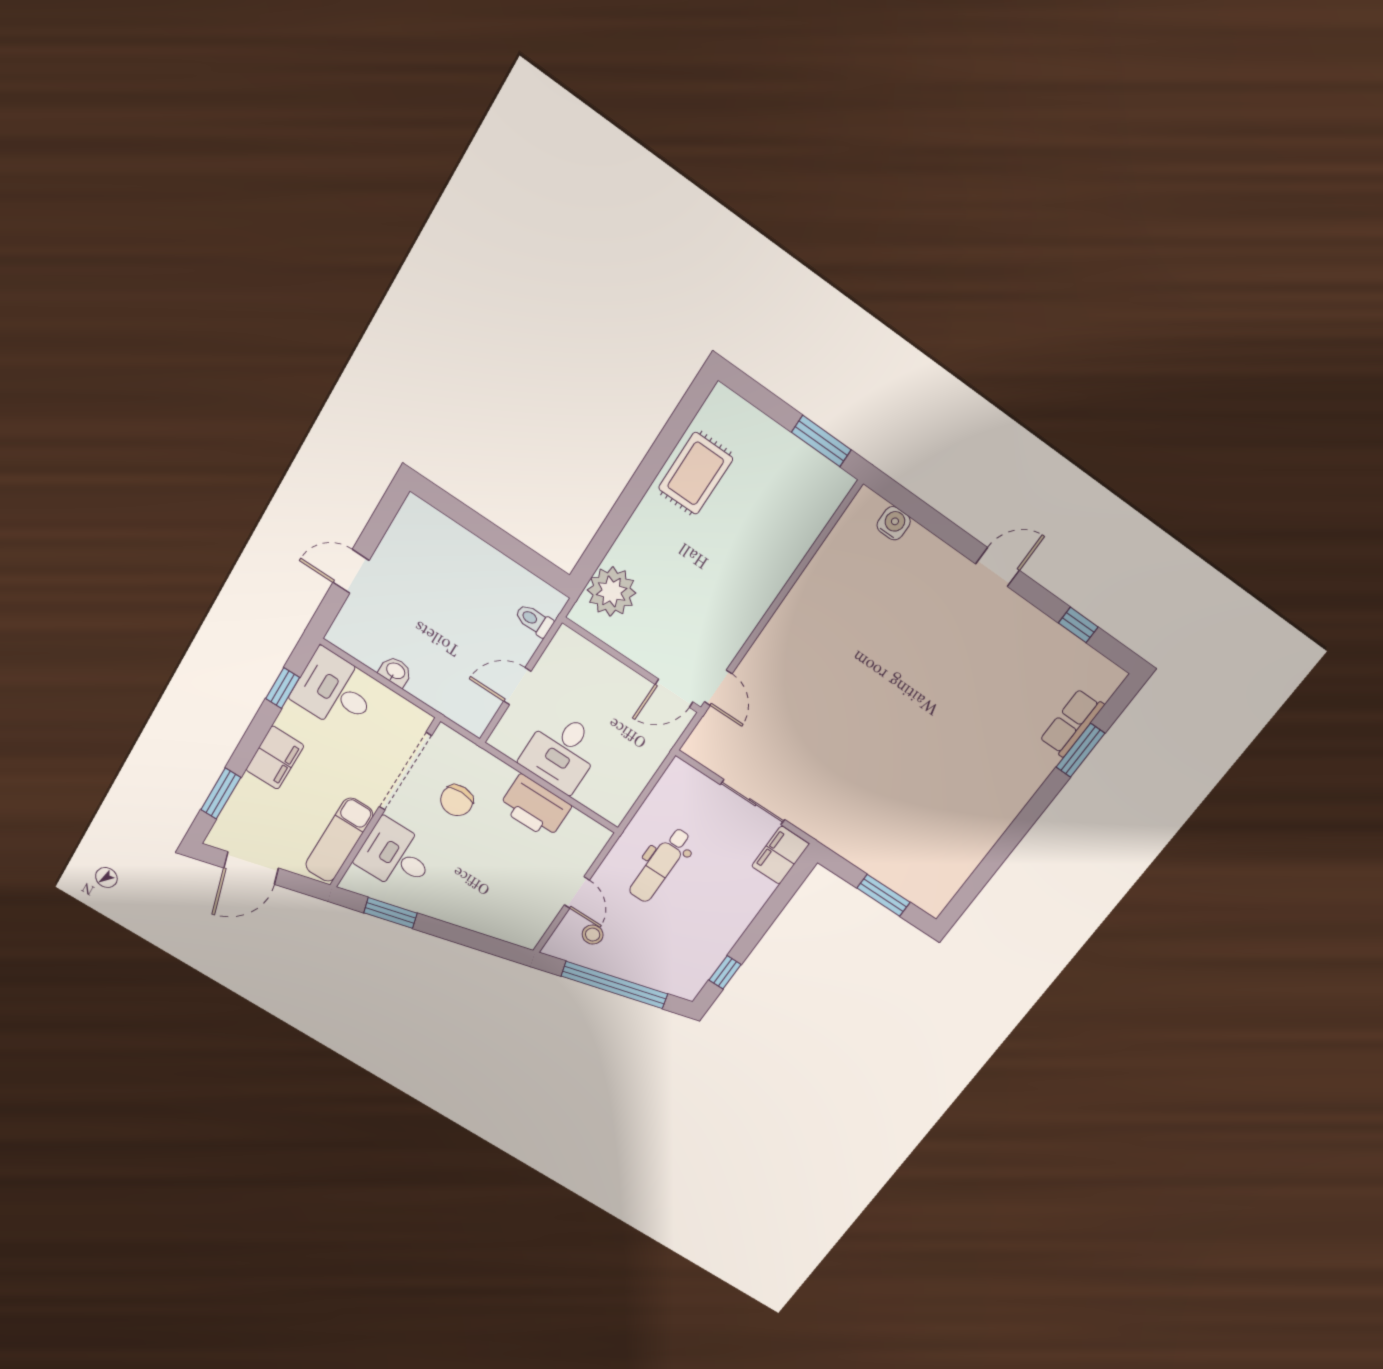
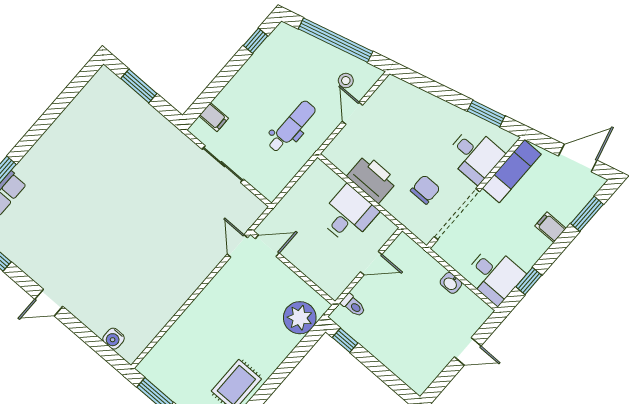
window: (538, 565) -> (345, 340), added
filing cabinet: (275, 758) -> (550, 227), width x0.50
filing cabinet: (780, 855) -> (214, 117), width x0.50

